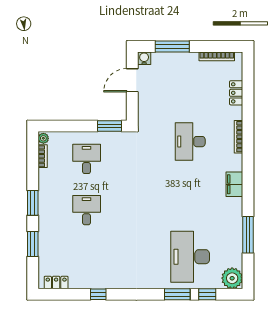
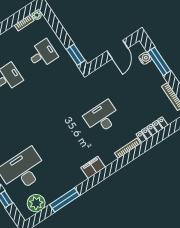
water cooler: (144, 58) -> (145, 58), moved
door: (132, 80) -> (117, 49), swing flipped
locker: (236, 93) -> (152, 130), width x1.53
plant: (232, 278) -> (36, 203), moved

